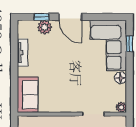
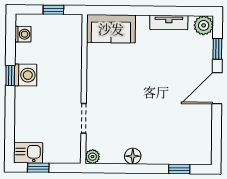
plant: (45, 27) -> (204, 25), moved
corner sofa: (108, 46) -> (177, 140), removed

